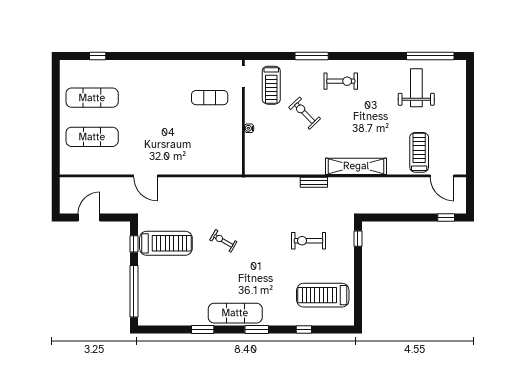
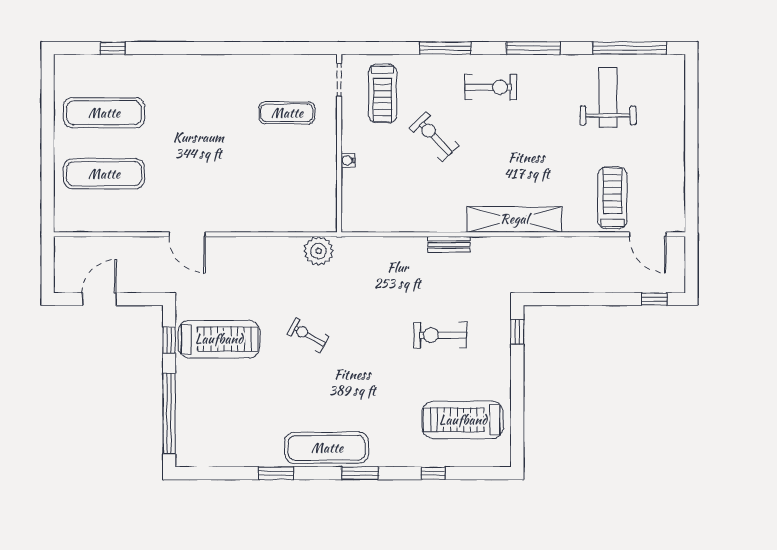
window: (368, 56) -> (533, 48), added
plant: (230, 187) -> (319, 251), added

